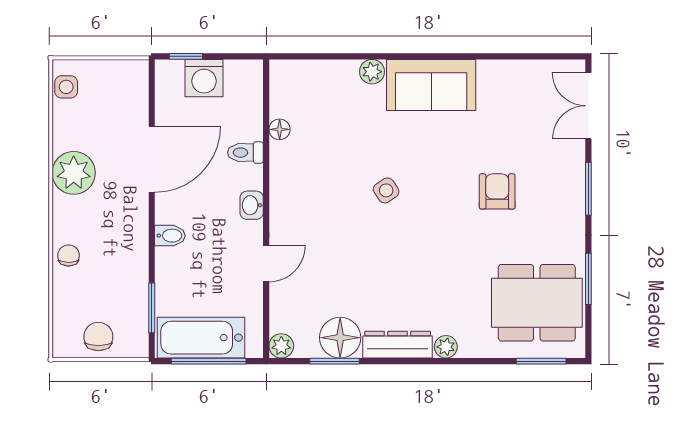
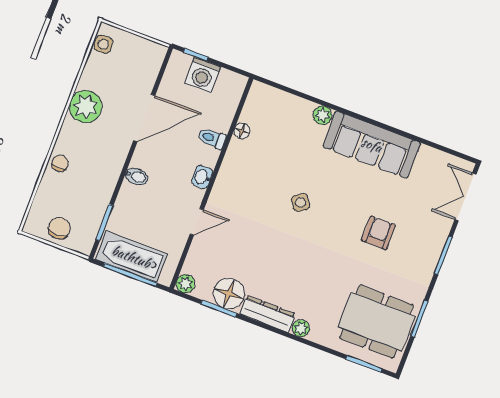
sofa: (431, 85) -> (372, 145), width x1.36

